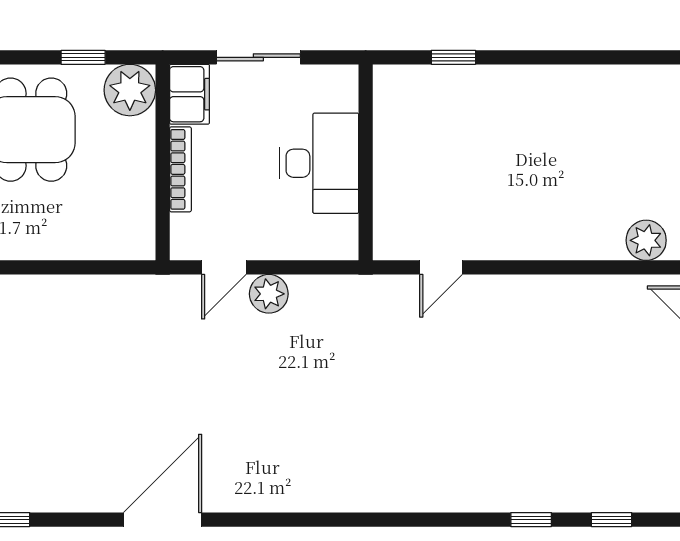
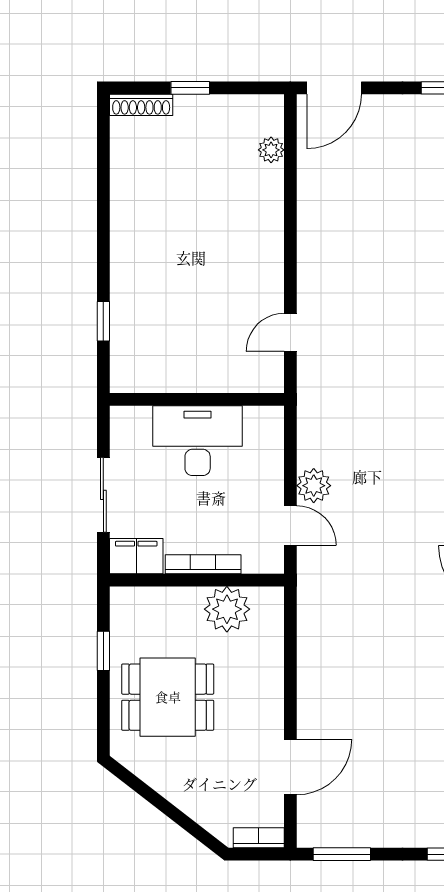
plant: (130, 90) -> (227, 609), moved
plant: (646, 240) -> (271, 150), width x0.73, depth x0.73
door: (441, 267) -> (290, 332), swing flipped

